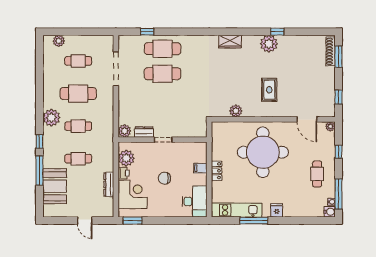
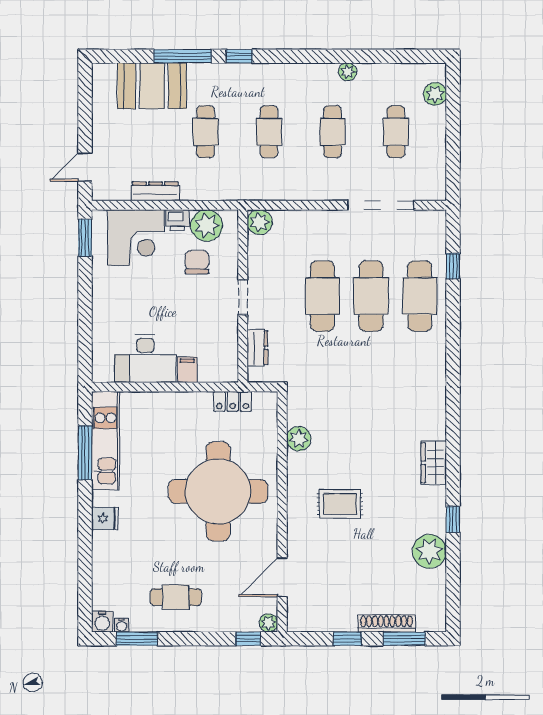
wardrobe: (230, 42) -> (434, 463), moved
plant: (269, 44) -> (429, 551), moved
shoe rack: (331, 51) -> (387, 623), moved
cafe table: (78, 94) -> (332, 132), width x0.73, depth x0.74
window: (338, 97) -> (347, 639), moved
cafe table: (163, 99) -> (322, 296), added
plant: (51, 118) -> (348, 72), moved, width x0.53, depth x0.53
dresser: (144, 132) -> (257, 348), moved
window: (338, 152) -> (248, 639), moved
locker: (217, 171) -> (233, 401), moved
chair: (164, 178) -> (197, 262), moved
window: (338, 194) -> (137, 639), width x0.69
desk: (195, 201) -> (145, 358), moved
door: (85, 221) -> (85, 167), moved
window: (254, 221) -> (85, 453), moved

